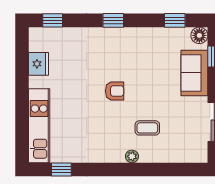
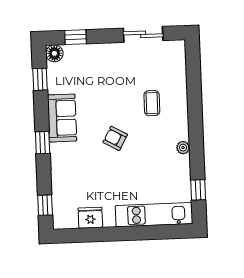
sofa: (194, 73) -> (62, 118), moved, turned -90
armchair: (115, 91) -> (115, 138), turned -61
plant: (132, 156) -> (183, 148), moved

